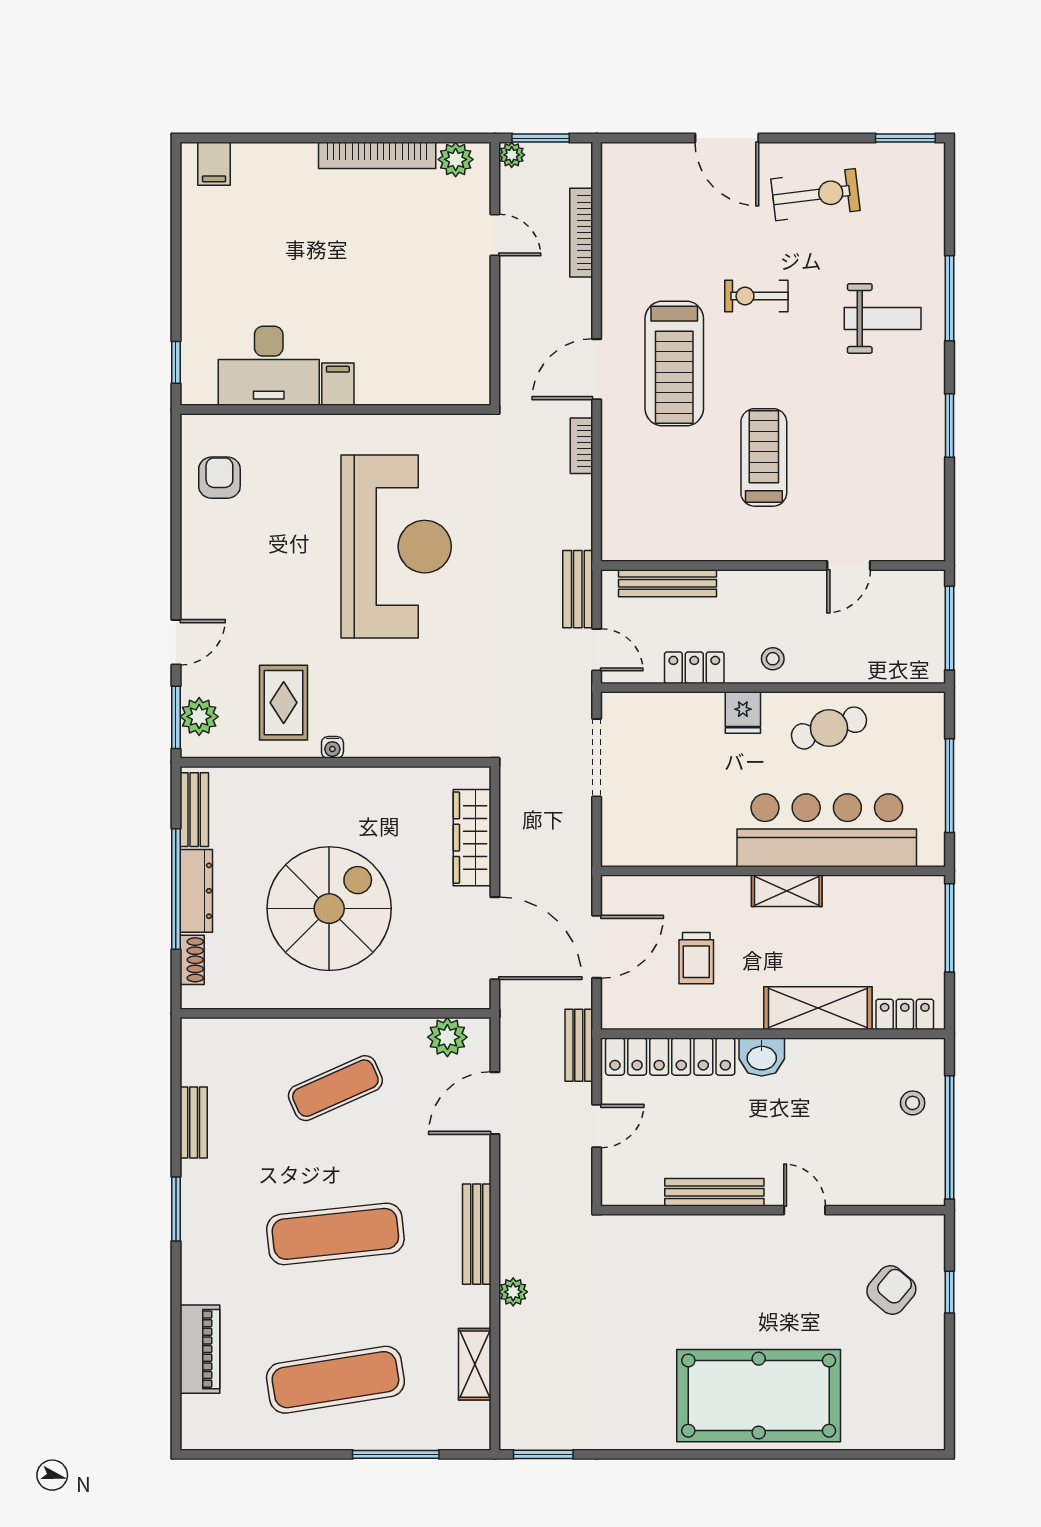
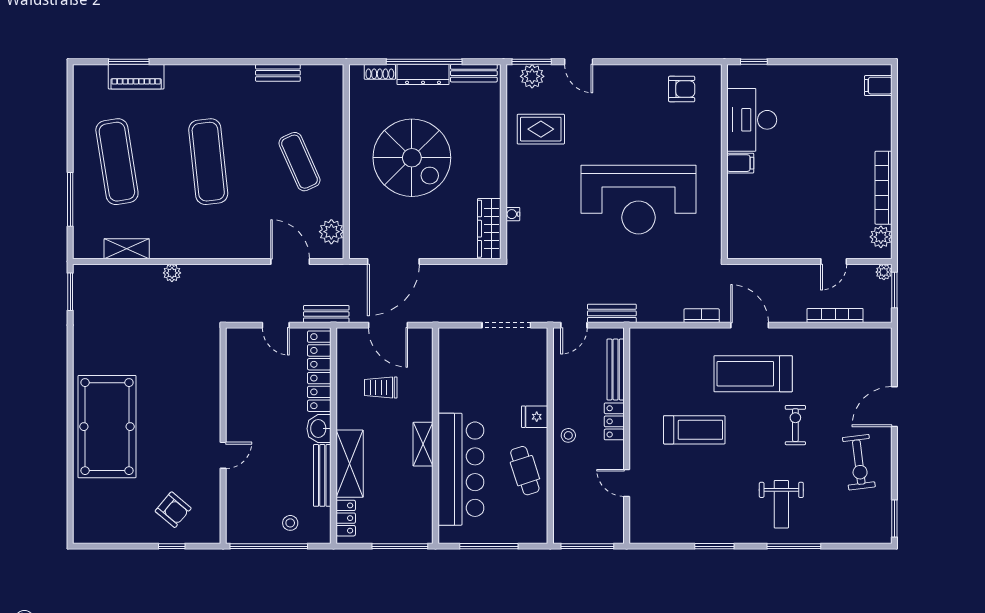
locker: (694, 668) -> (614, 421), moved, turned 180
water cooler: (332, 747) -> (513, 214), moved
wardrobe: (472, 838) -> (489, 229), moved, turned -90
bench: (714, 1192) -> (322, 475), moved
window: (176, 1209) -> (129, 62), moved
bench: (477, 1234) -> (208, 250), removed

